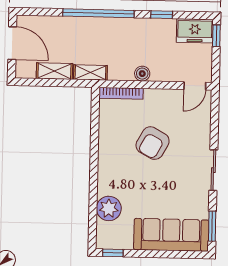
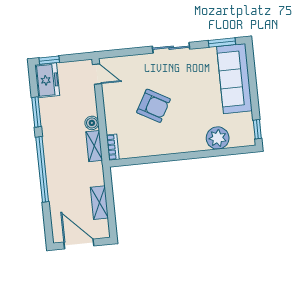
window: (162, 15) -> (36, 112), width x1.50
door: (12, 43) -> (79, 244), hinge flipped
shelving: (90, 72) -> (94, 146), moved
bookcase: (121, 93) -> (113, 147), width x0.64

